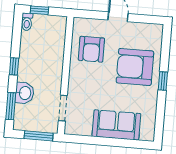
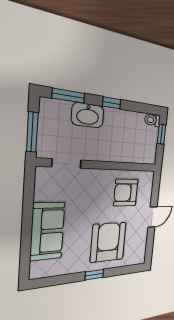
washbasin: (25, 93) -> (88, 115), width x1.38

